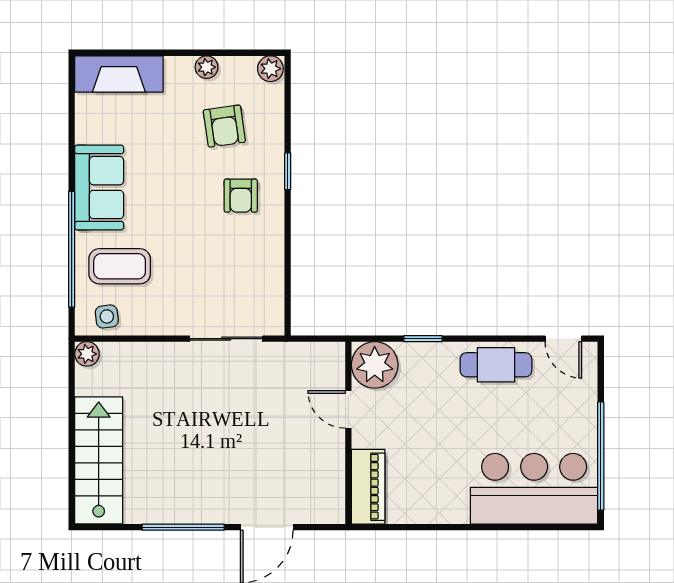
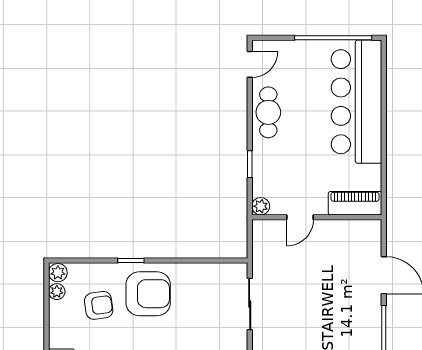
plant: (207, 67) -> (57, 292), moved
armchair: (241, 196) -> (148, 294), width x1.88, depth x1.88
plant: (375, 365) -> (261, 206), width x0.53, depth x0.53
bar counter: (534, 489) -> (356, 102), width x1.36

